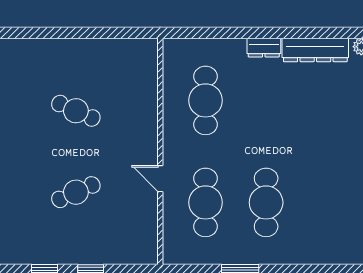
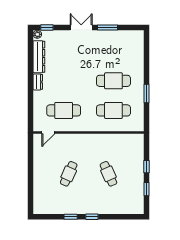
door: (160, 179) -> (48, 133), moved

